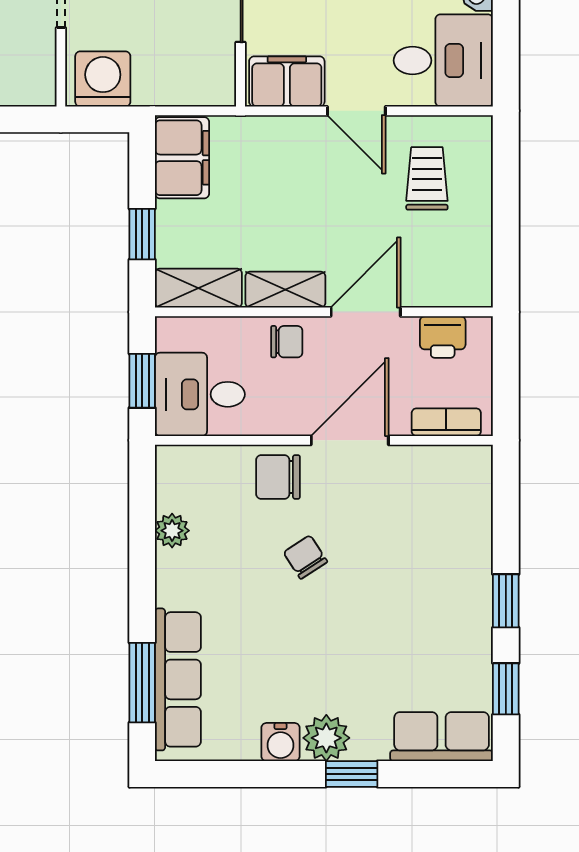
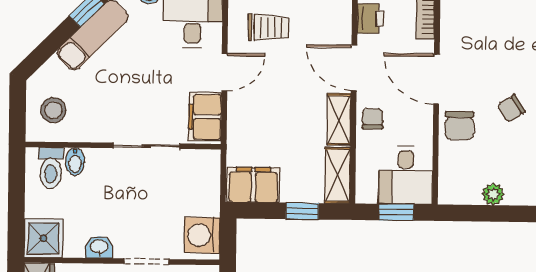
trolley: (427, 178) -> (269, 27), turned 180

